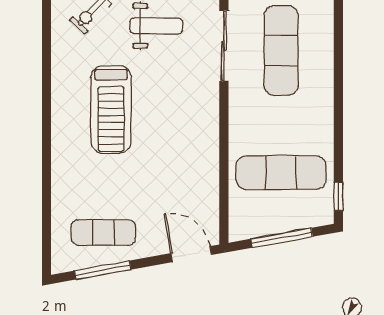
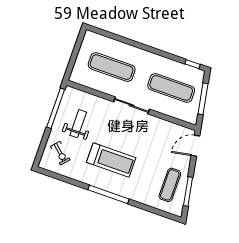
sliding door: (224, 46) -> (132, 105), moved
window: (46, 127) -> (108, 194), added
exercise mat: (281, 173) -> (171, 88), turned 90

